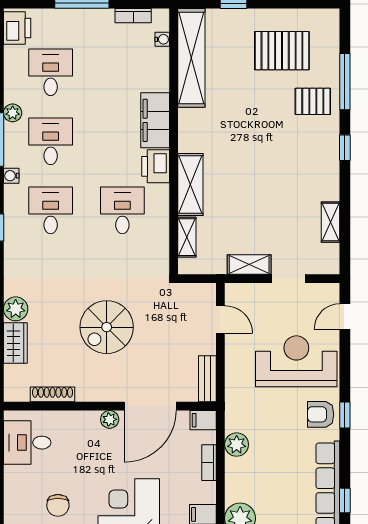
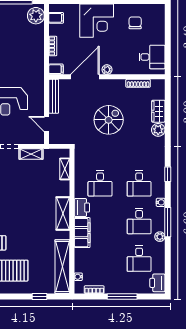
shelving: (190, 184) -> (63, 213), moved
bench: (207, 379) -> (54, 96), width x1.36
plant: (237, 445) -> (38, 56), removed

